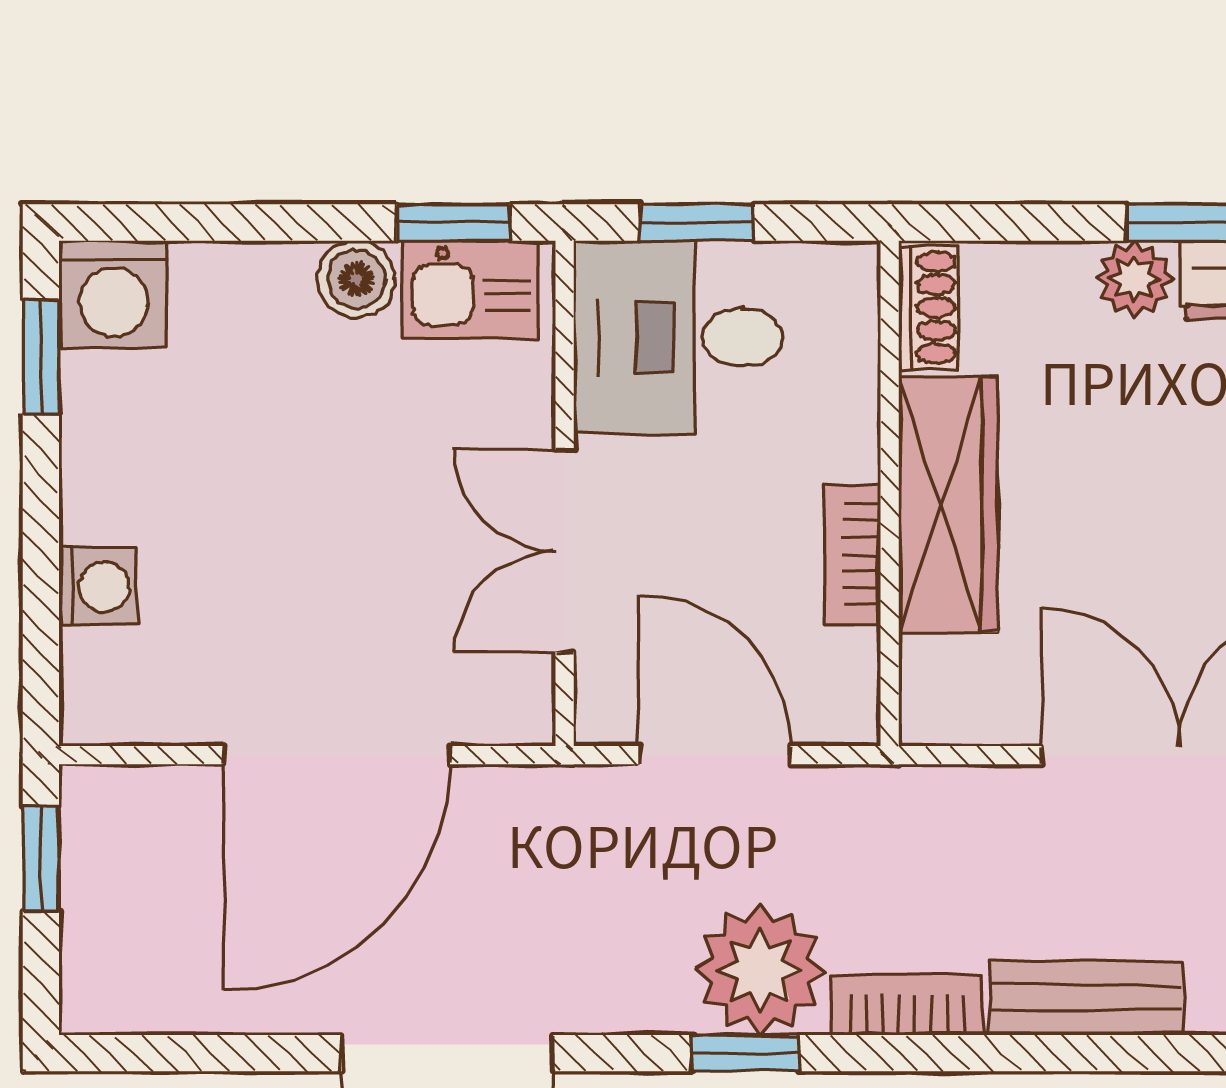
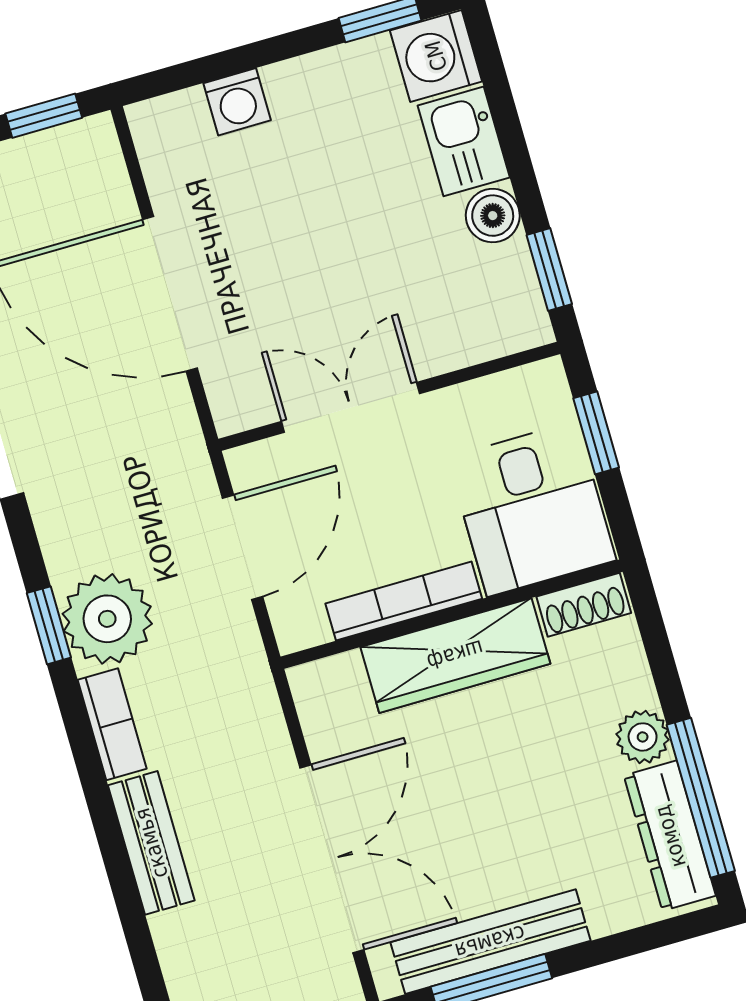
kitchen sink: (470, 290) -> (464, 141), moved
desk: (678, 337) -> (532, 509), moved, turned 180
bookcase: (853, 554) -> (404, 601), width x1.56

